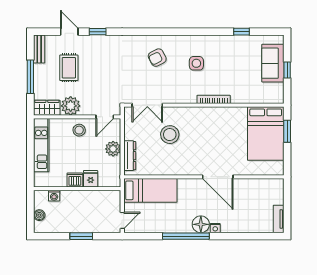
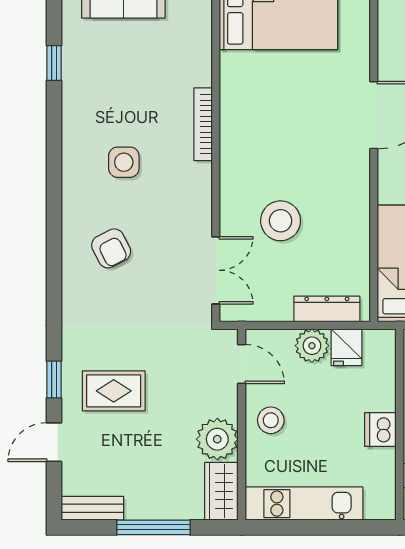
rug: (69, 68) -> (114, 391), moved
fridge: (91, 179) -> (346, 347), moved, turned -90

